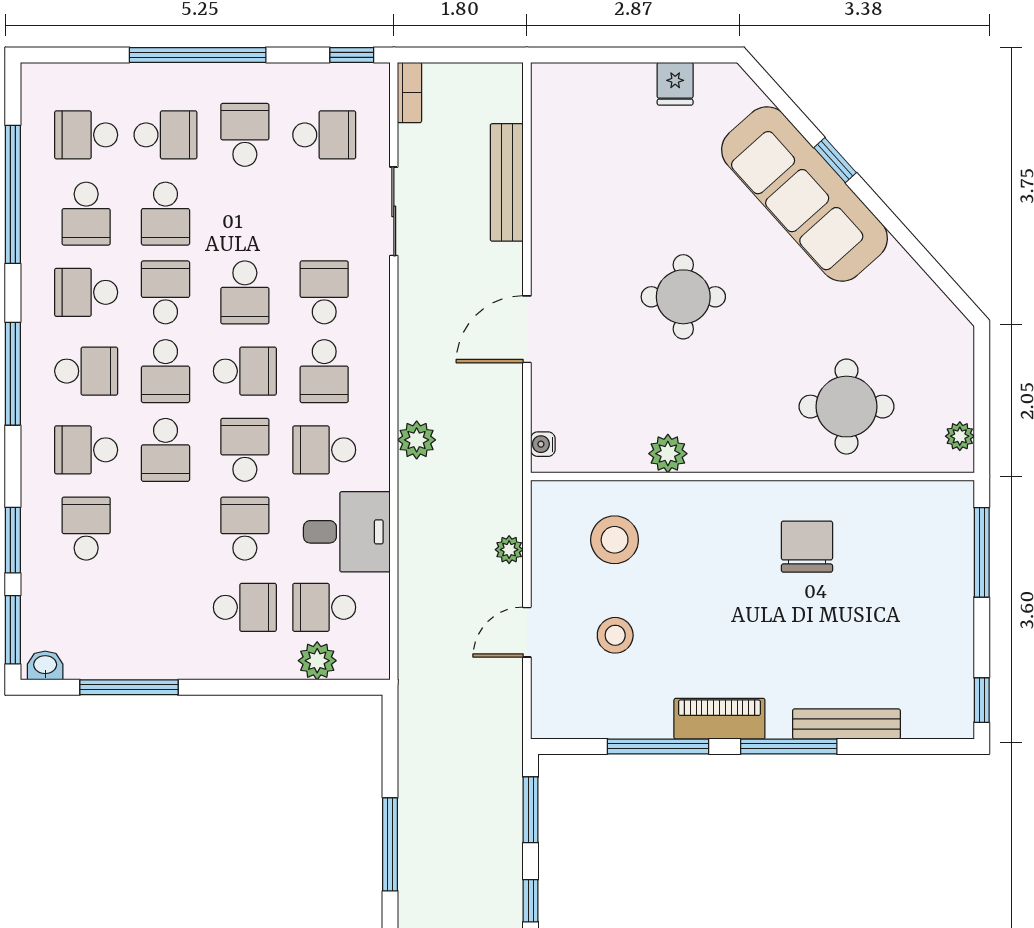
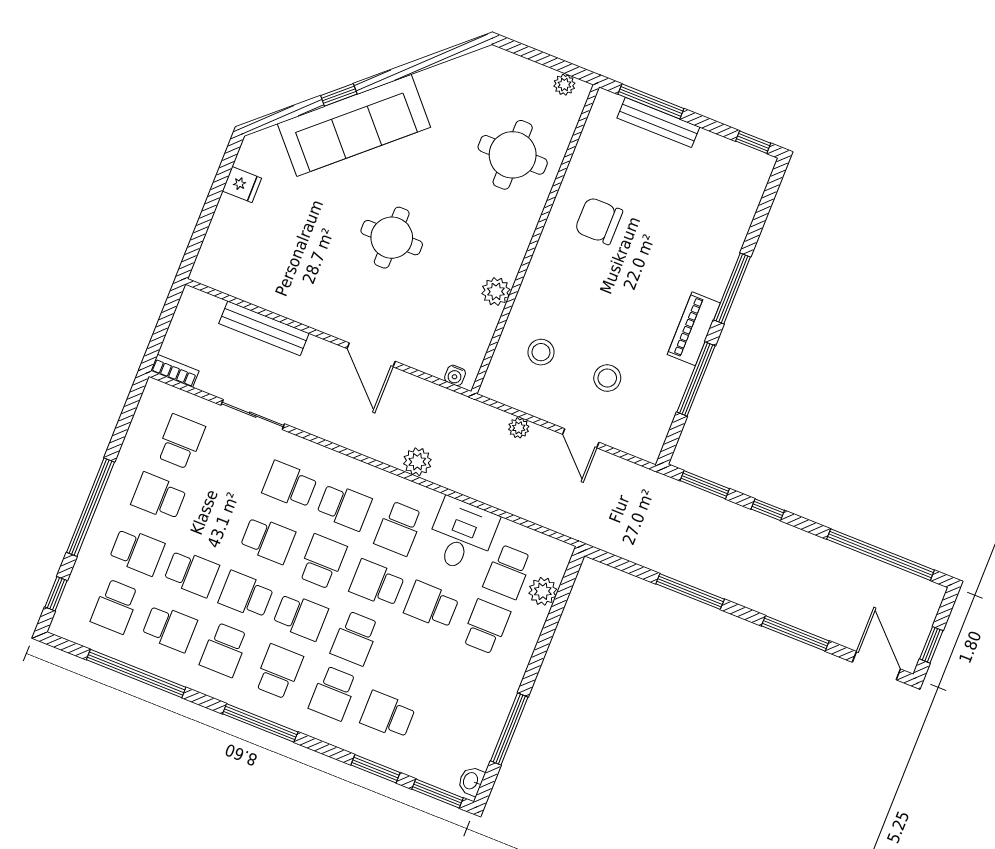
window: (352, 55) -> (56, 594), moved
school desk: (165, 135) -> (137, 551), turned 90
school desk: (165, 450) -> (355, 638), turned 90
stool: (615, 540) -> (541, 352), width x0.73, depth x0.73
bench: (846, 724) -> (658, 122), moved, turned 90

